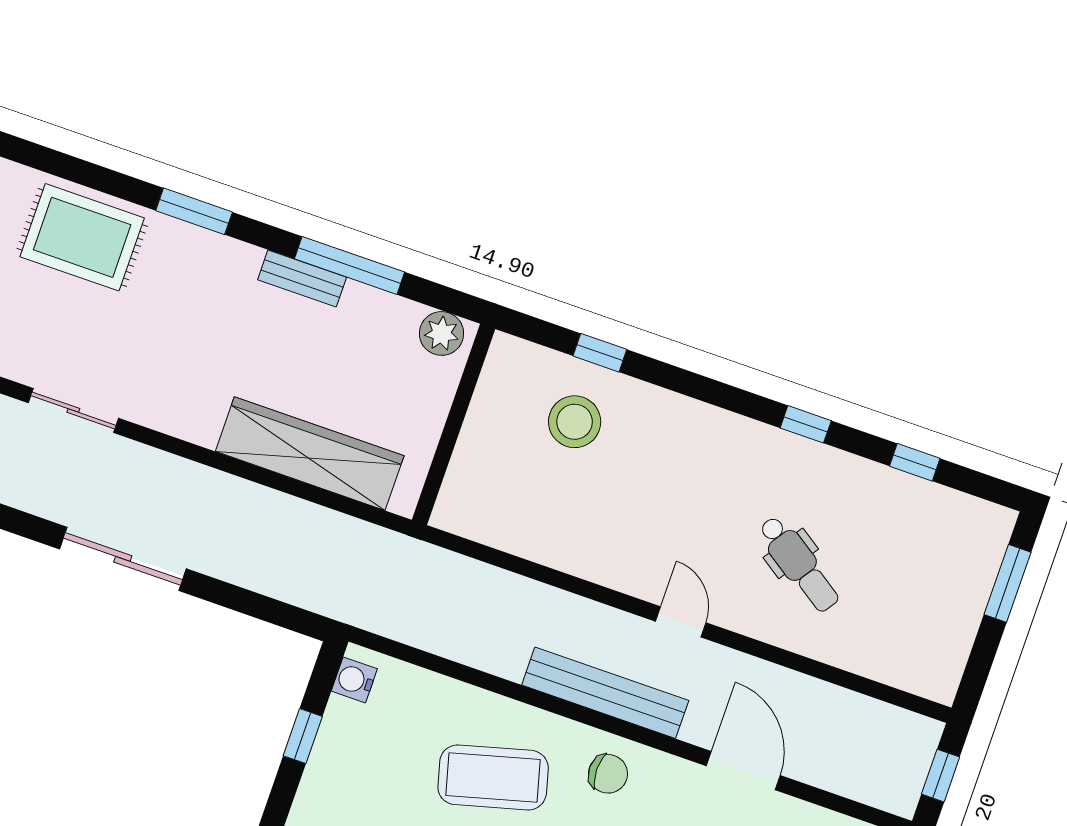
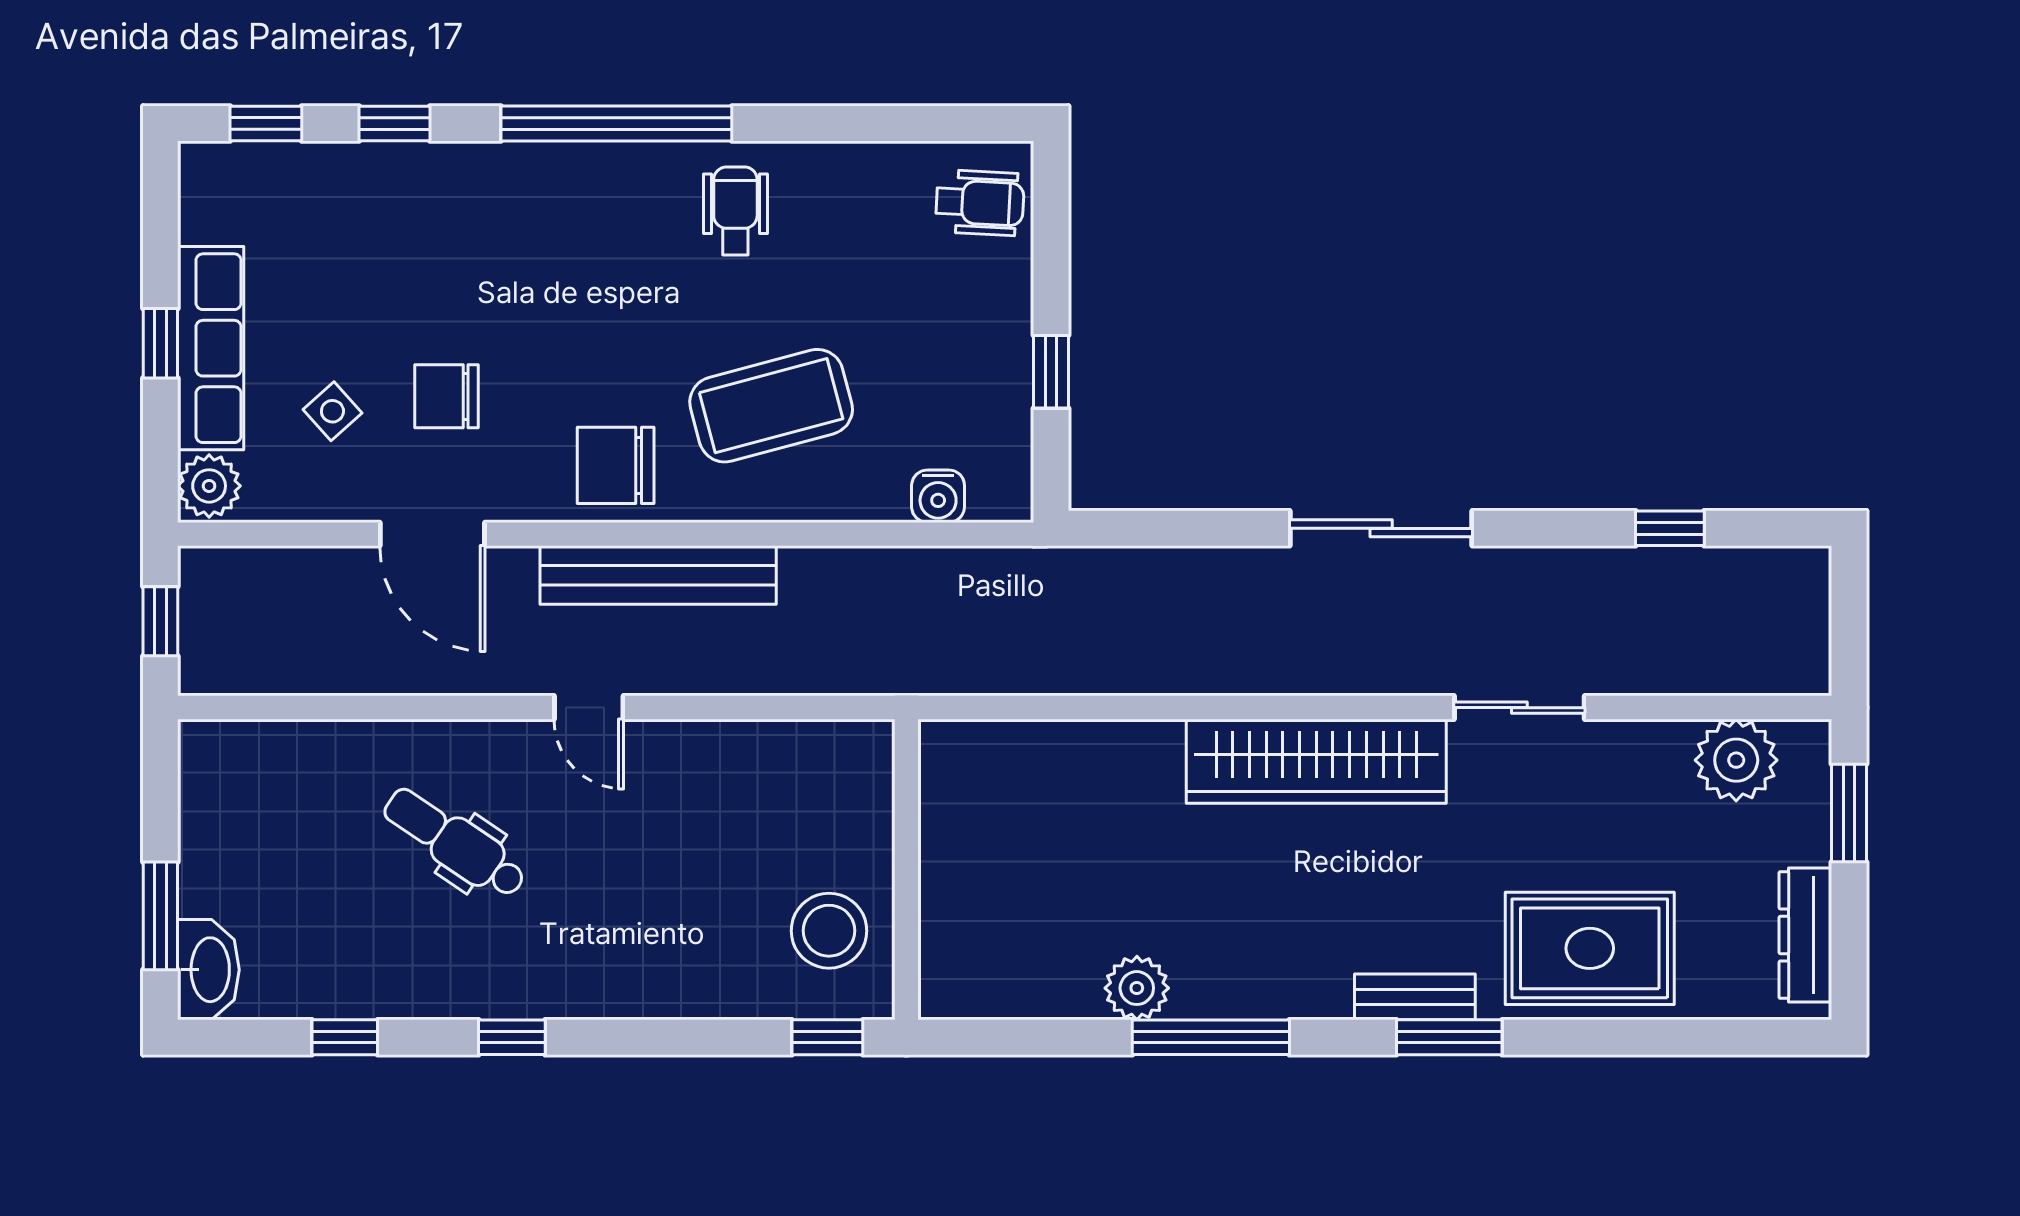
bench: (302, 278) -> (1415, 997), moved
plant: (441, 333) -> (1137, 988), moved
wall: (454, 424) -> (906, 869), moved
wardrobe: (310, 454) -> (1316, 761), moved
washbasin: (988, 537) -> (208, 970), added
water cooler: (354, 680) -> (938, 496), moved, turned 90
chair: (608, 774) -> (616, 465), width x1.37, depth x1.37

